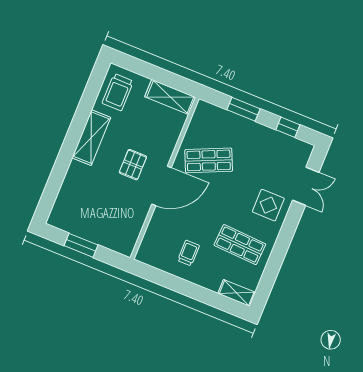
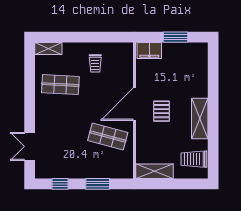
trolley: (118, 92) -> (194, 159), turned -90
shop shelf: (209, 160) -> (108, 137), turned 39
display table: (268, 205) -> (51, 122), removed
filing cabinet: (118, 242) -> (149, 51), added

